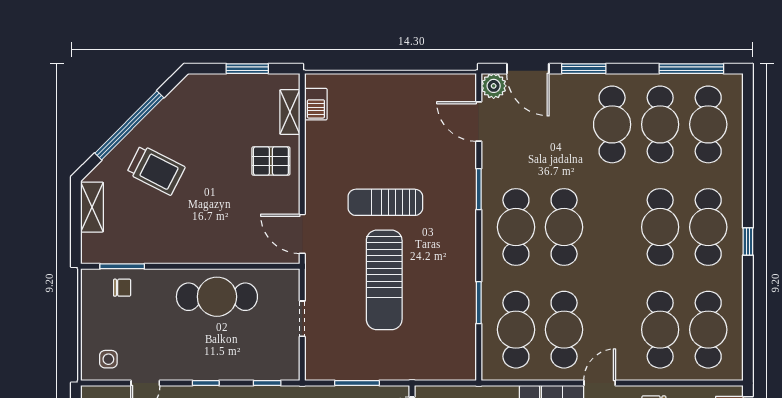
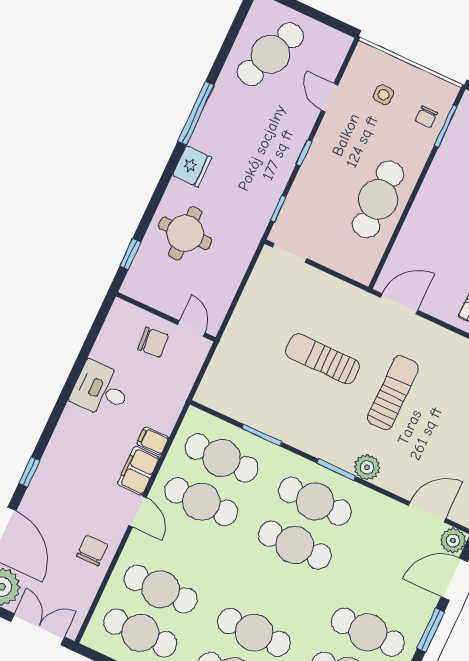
window: (479, 189) -> (336, 470), moved
plant: (463, 194) -> (367, 467), added
sun lounger: (384, 280) -> (323, 359), width x0.73, depth x0.75
doorway: (302, 319) -> (289, 253), moved
side table: (108, 359) -> (383, 95), moved
window: (357, 383) -> (240, 290), removed

